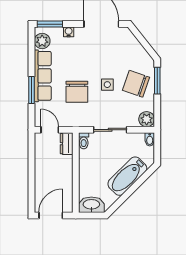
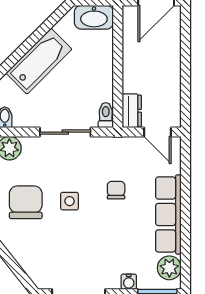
chair: (136, 84) -> (26, 202), turned -109
window: (31, 90) -> (186, 193), removed
chair: (77, 92) -> (116, 190), width x0.54, depth x0.54

